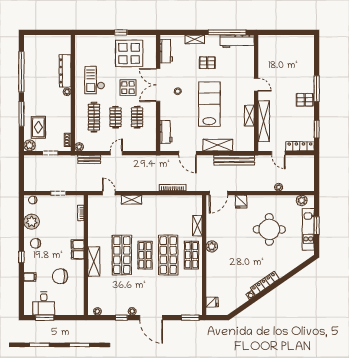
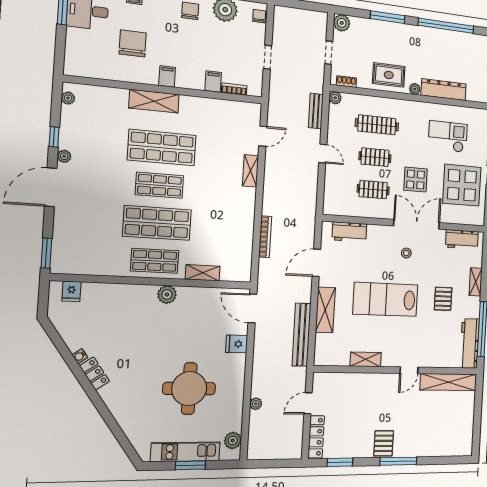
checkout: (95, 80) -> (448, 137), moved
lab bench: (209, 104) -> (385, 299), turned 180
shelving: (264, 121) -> (448, 382), moved
rug: (38, 127) -> (389, 75), moved
filing cabinet: (78, 244) -> (213, 82), moved
locker: (265, 283) -> (94, 374), width x0.66

